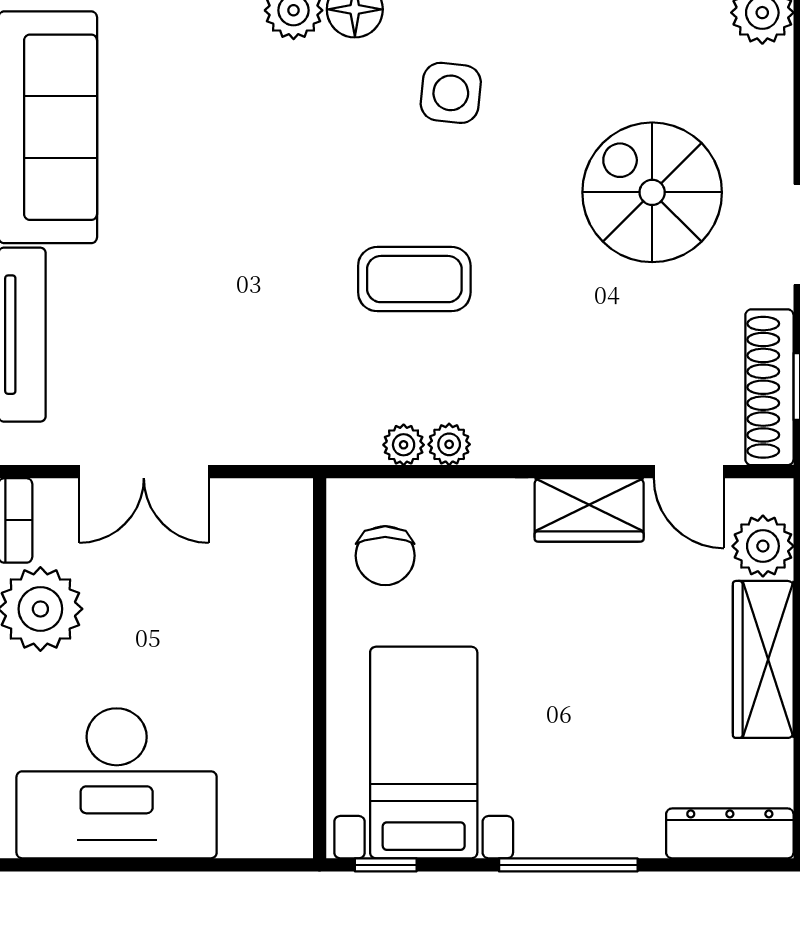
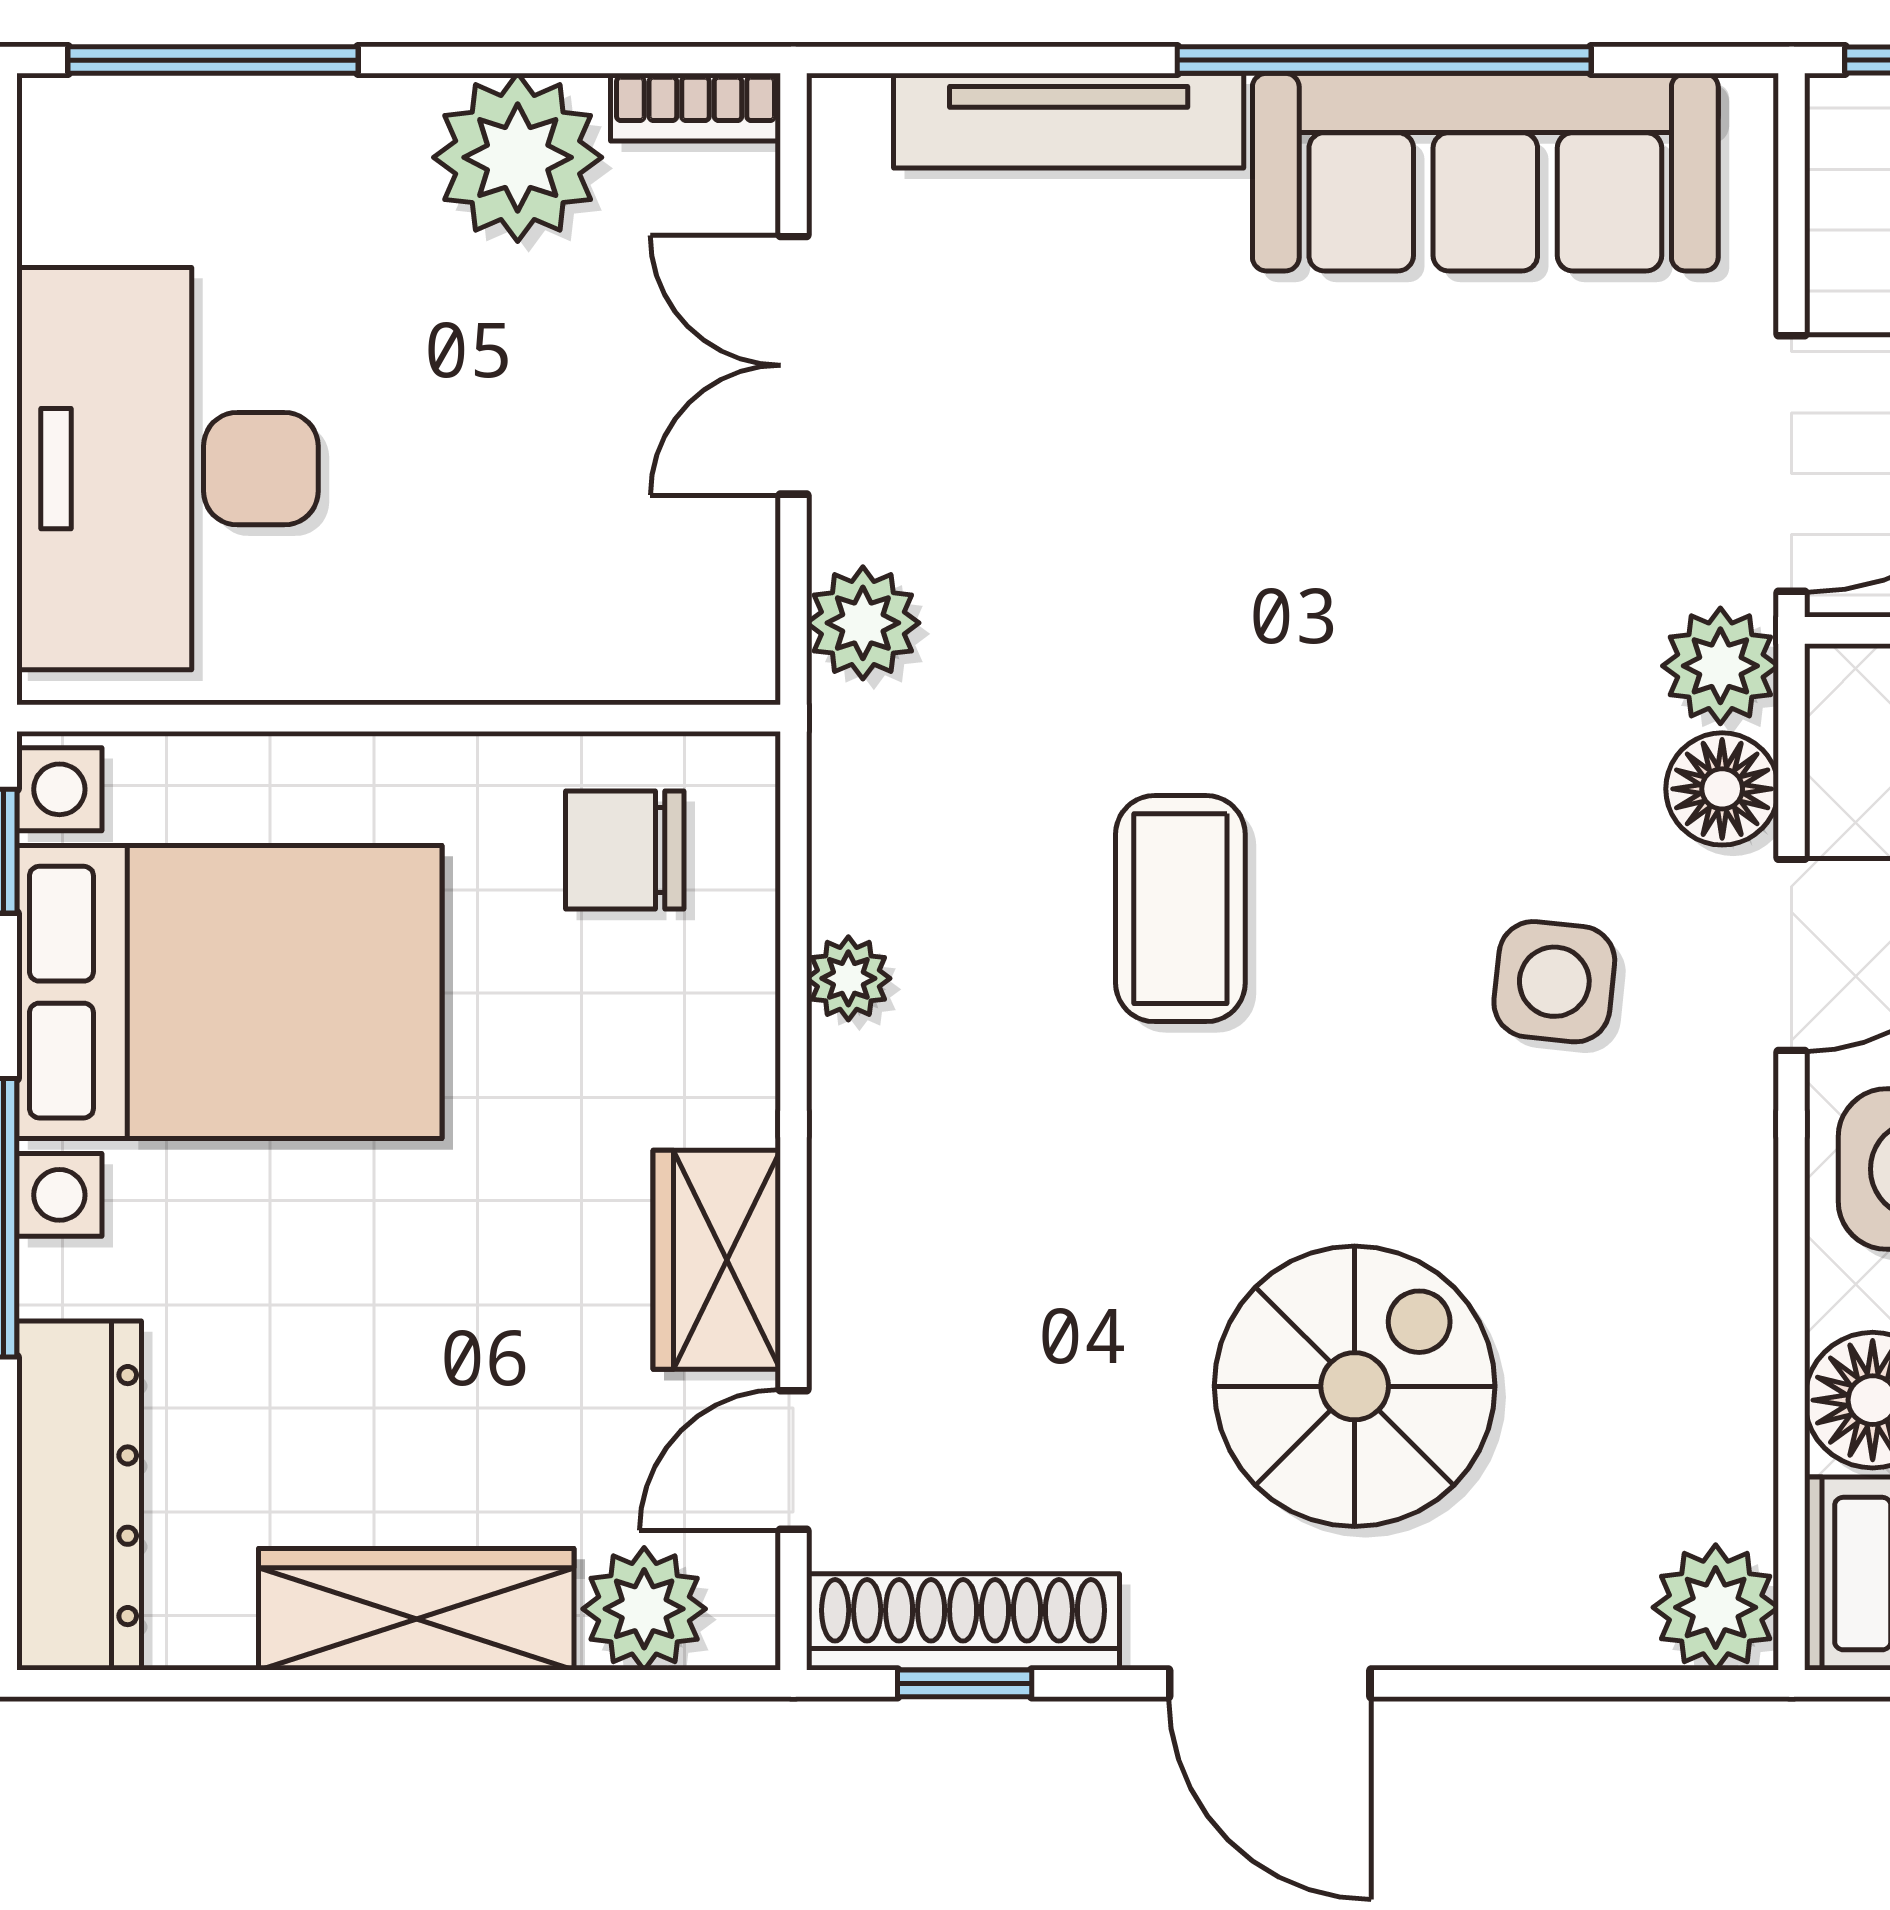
plant: (404, 445) -> (863, 623), moved, width x1.38, depth x1.38
bed with nightstands: (424, 752) -> (229, 992), width x1.36
desk: (117, 783) -> (167, 469), moved
dresser: (730, 833) -> (79, 1496), width x1.37, depth x1.24

